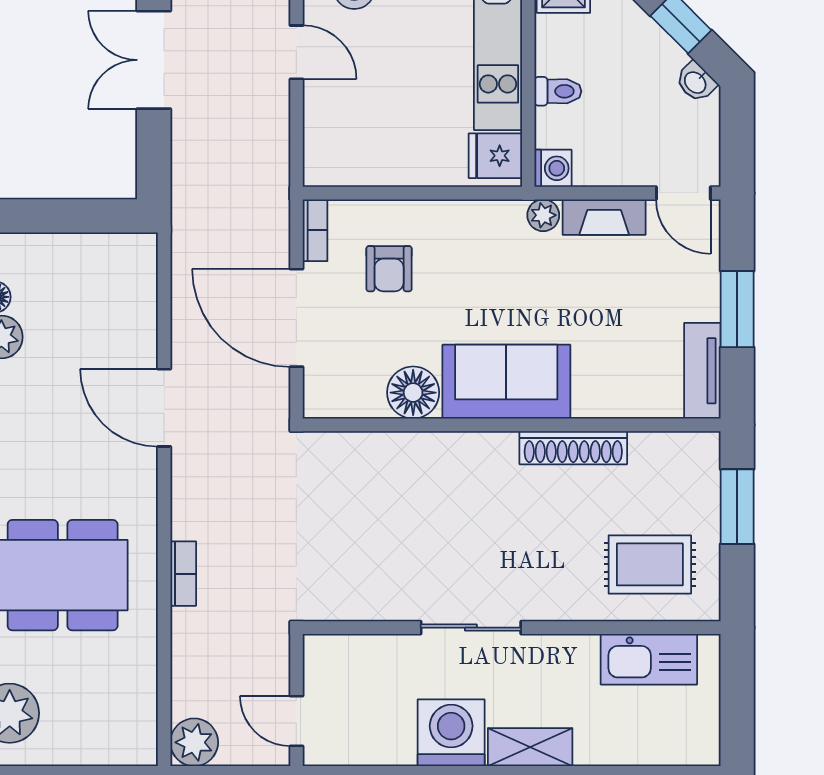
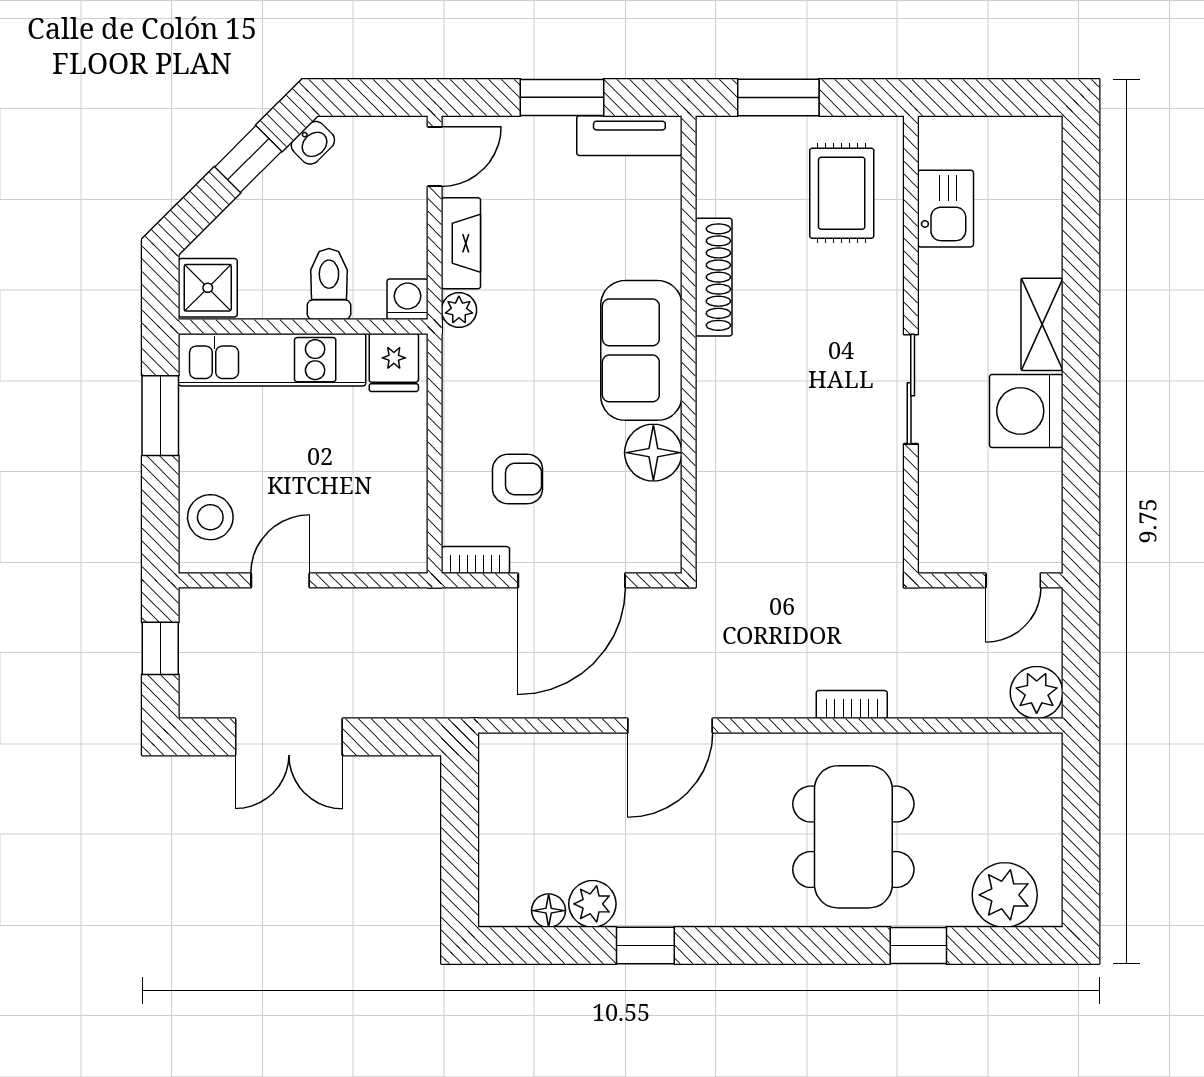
toilet: (558, 91) -> (329, 284), width x1.37, depth x1.39
kitchen sink: (649, 659) -> (946, 209), width x0.73

